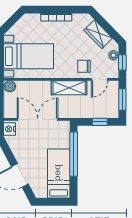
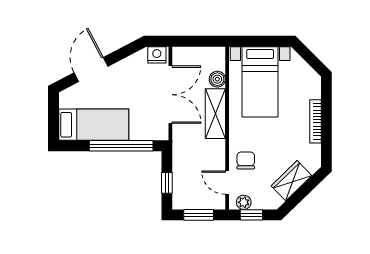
plant: (113, 55) -> (244, 202), moved
boiler: (10, 86) -> (217, 79), moved
shelving: (69, 88) -> (215, 114), moved

